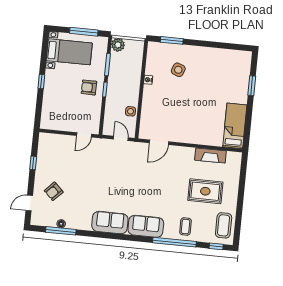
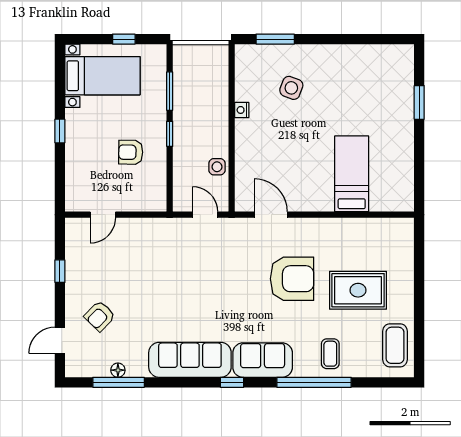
window: (84, 32) -> (124, 39), width x0.46
plant: (118, 45) -> (184, 56), removed
armchair: (89, 87) -> (131, 152), moved
bed: (235, 126) -> (352, 174), moved
door: (84, 135) -> (103, 215), moved
door: (159, 142) -> (271, 215), swing flipped
fireplace: (210, 155) -> (361, 228), removed
armchair: (168, 181) -> (292, 279), added
sofa: (110, 223) -> (190, 360), width x1.36
window: (216, 246) -> (232, 382), moved

